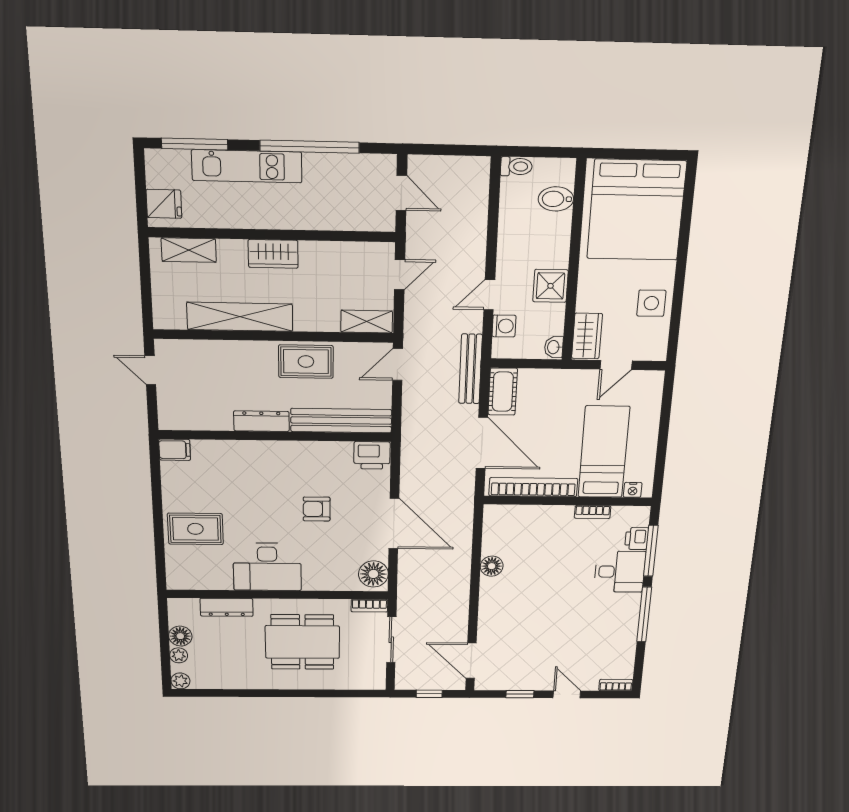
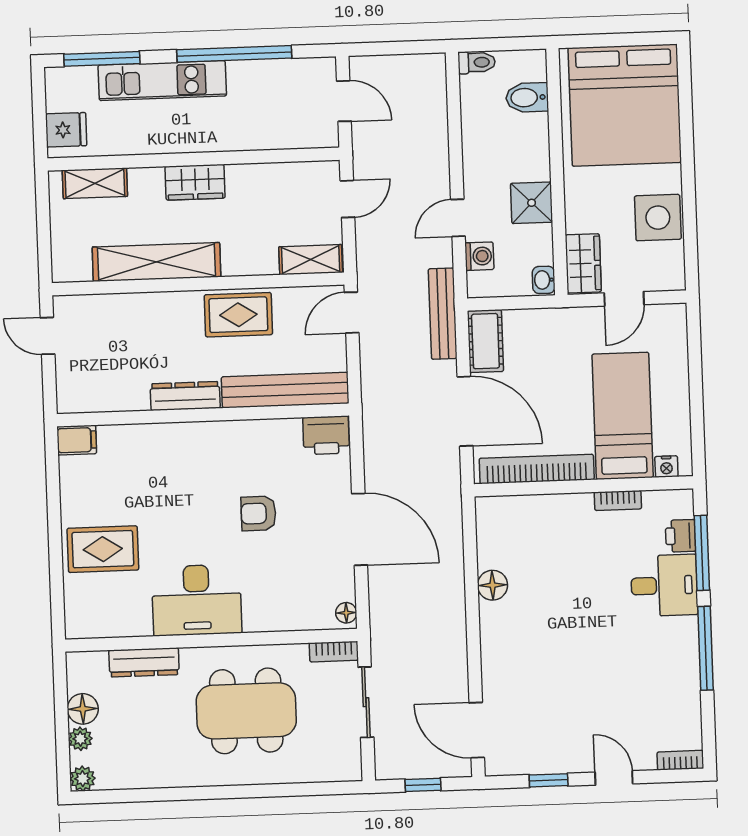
side table: (651, 303) -> (658, 218), width x1.37, depth x1.37
floor lamp: (373, 574) -> (346, 613), width x0.53, depth x0.53

